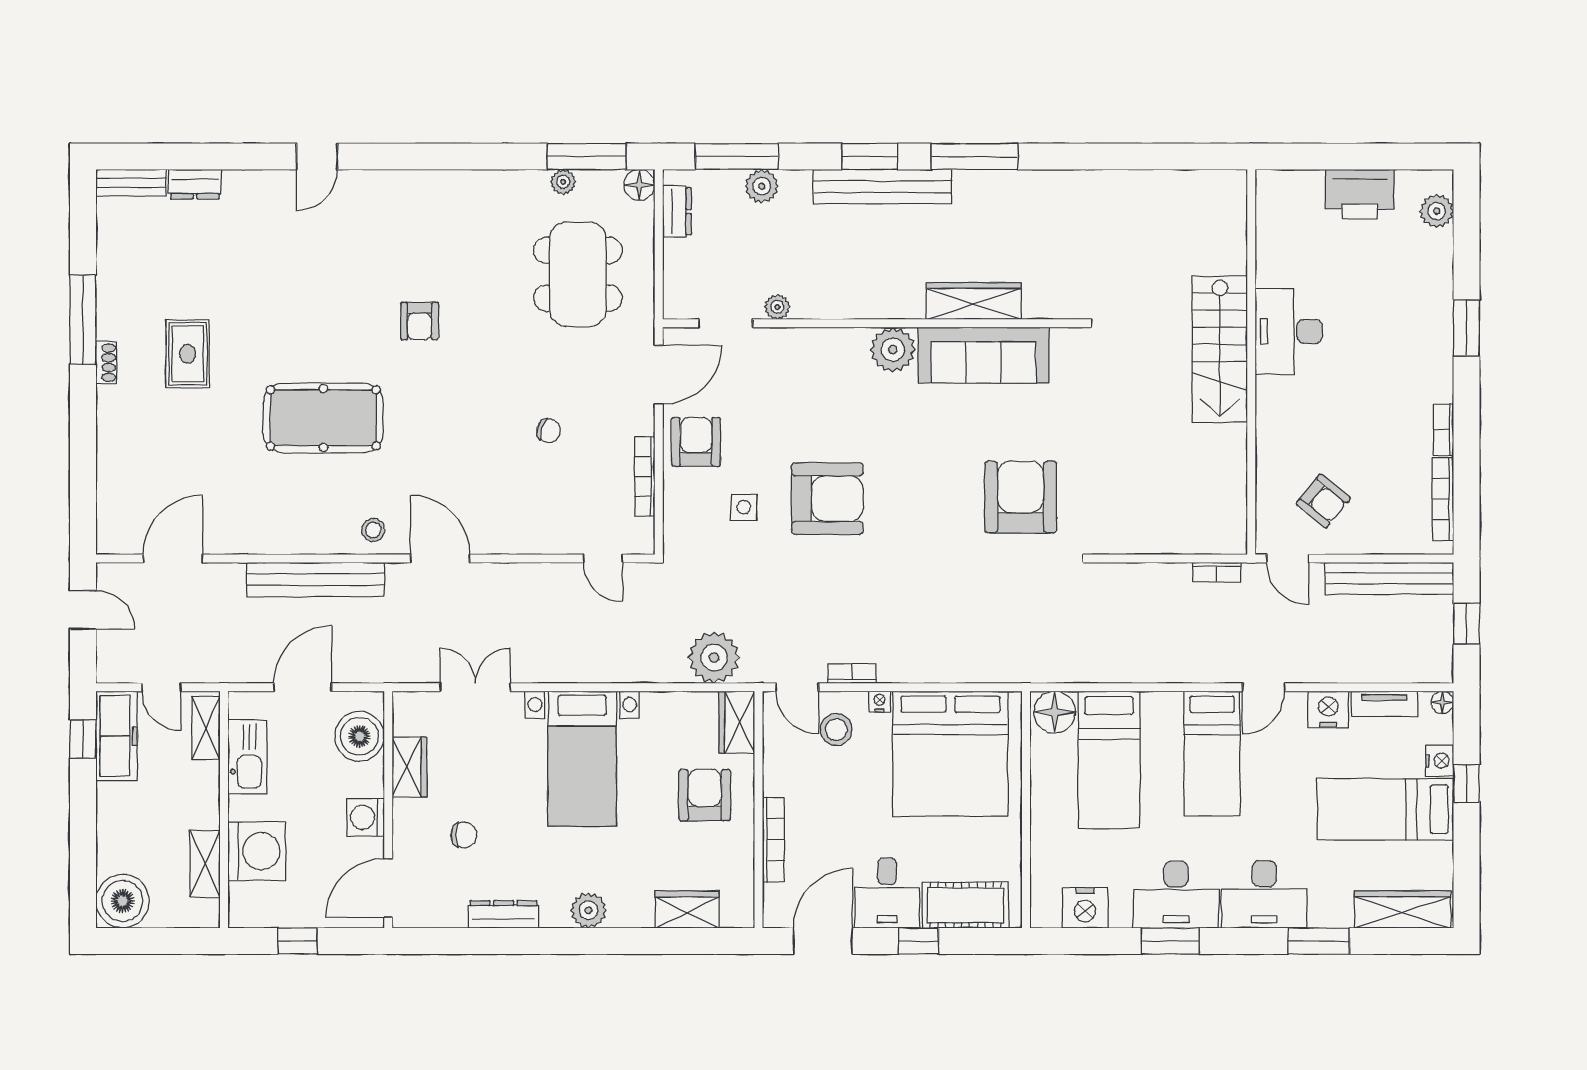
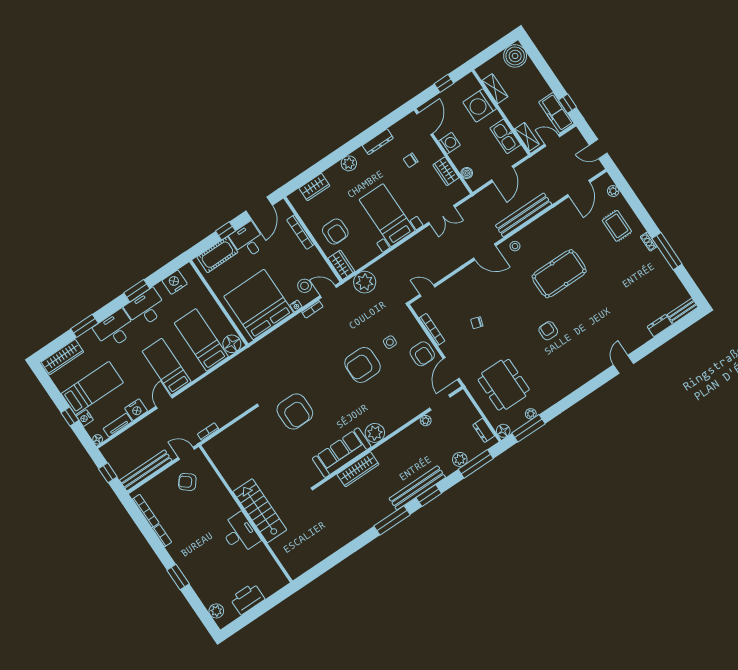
rug: (188, 354) -> (617, 226), moved
plant: (109, 508) -> (613, 191), added
boiler: (360, 736) -> (467, 173), width x0.54, depth x0.54

